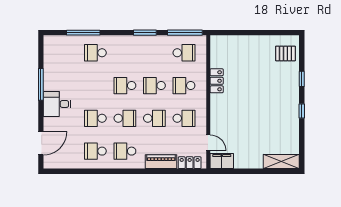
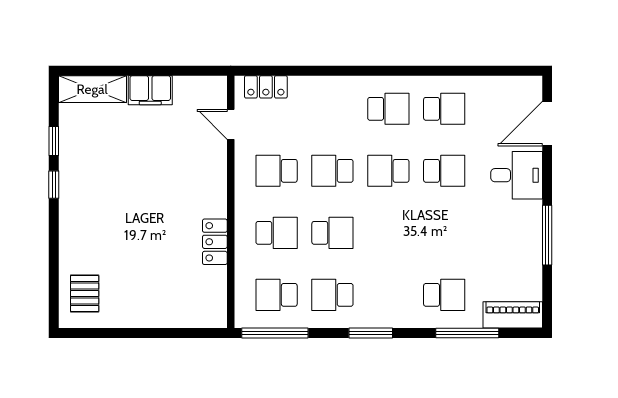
window: (145, 33) -> (371, 333), moved
pallet: (285, 53) -> (85, 294), turned 90
window: (302, 79) -> (54, 141), moved
school desk: (125, 86) -> (332, 295), moved, turned 180
desk: (57, 104) -> (517, 175), moved
filing cabinet: (222, 161) -> (150, 90), moved
piano: (161, 162) -> (513, 315), moved, turned 180

